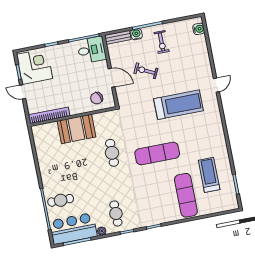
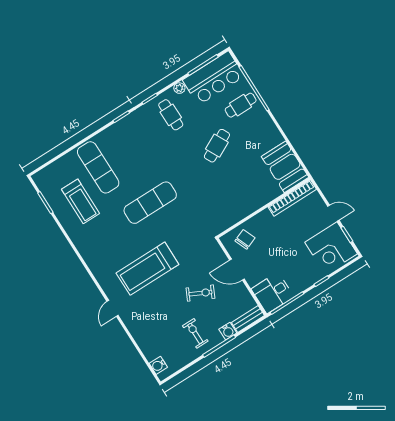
booth: (76, 129) -> (285, 167), moved, turned 90
cafe table: (112, 153) -> (217, 146), moved, turned 63

